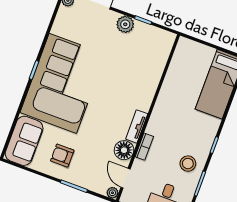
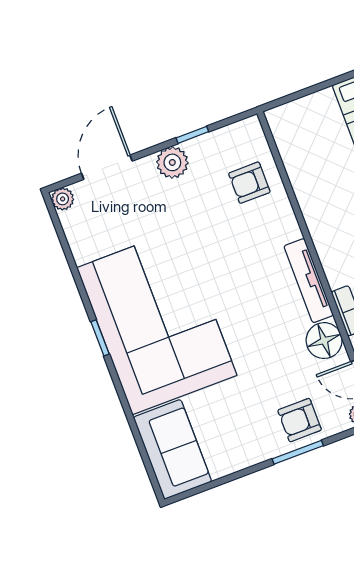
armchair: (149, 60) -> (249, 183), added
tv unit: (137, 126) -> (309, 281), width x1.41
armchair: (62, 156) -> (300, 420), moved

